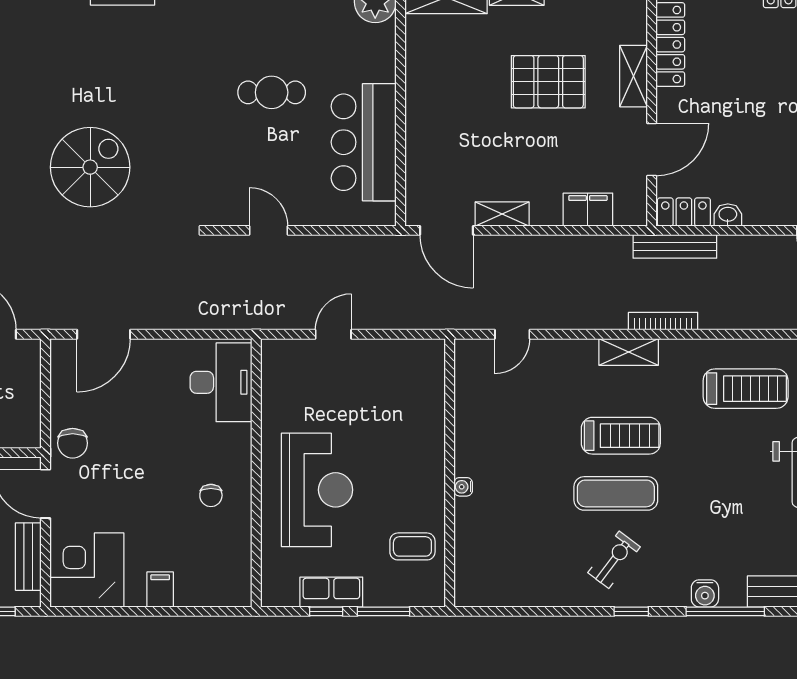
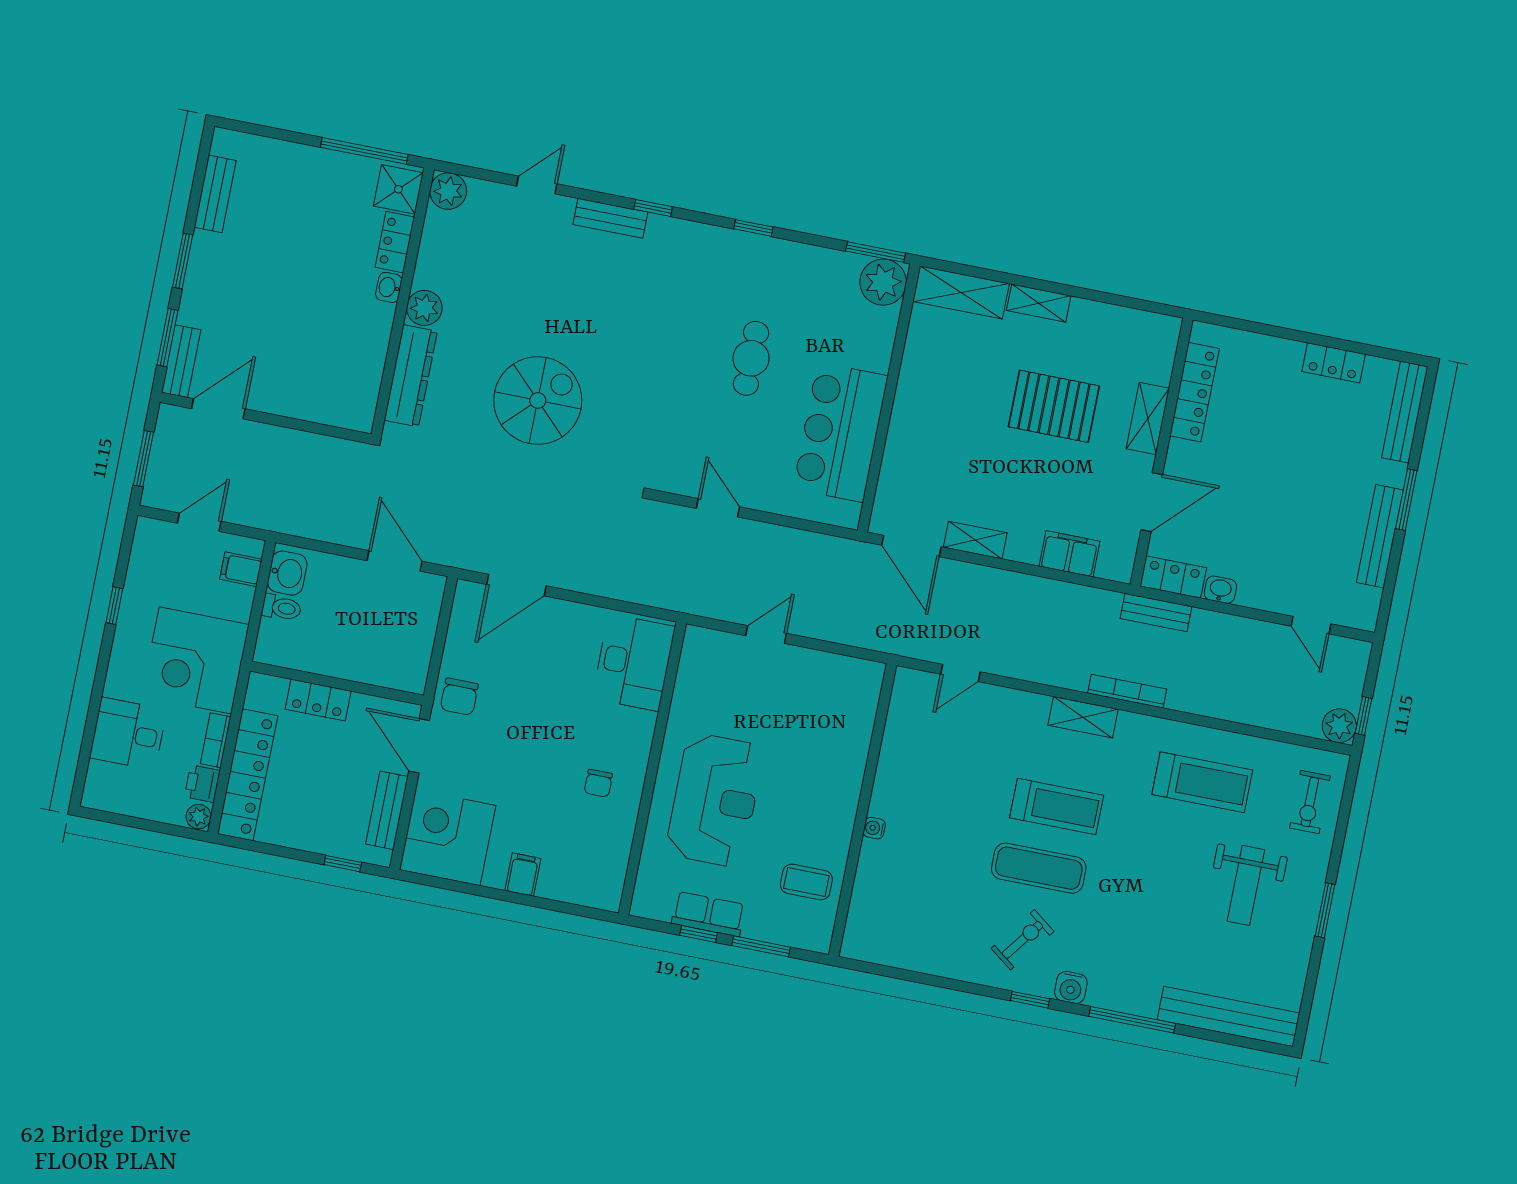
cafe table: (272, 92) -> (751, 358), turned 90
bench: (675, 246) -> (1156, 613), width x0.73
water cooler: (705, 593) -> (1071, 987), moved

